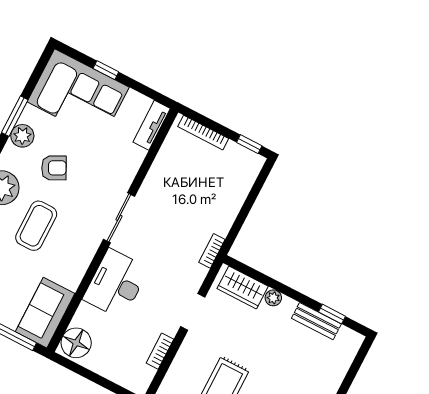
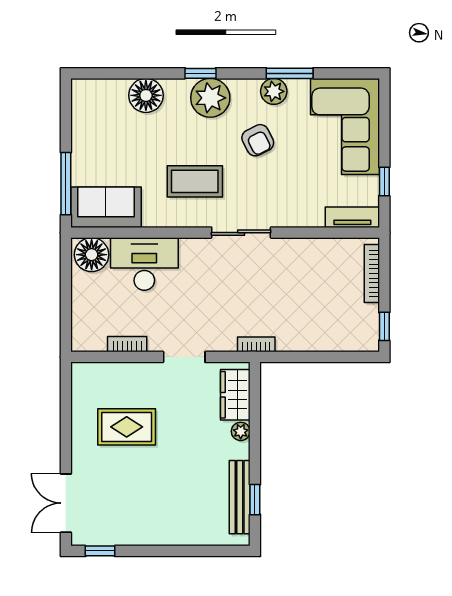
window: (106, 70) -> (384, 182), moved
coffee table: (36, 226) -> (195, 181), moved
desk: (116, 284) -> (144, 264), moved
bench: (316, 321) -> (240, 497), width x1.36

